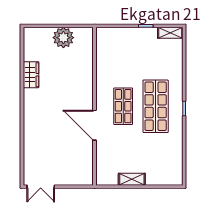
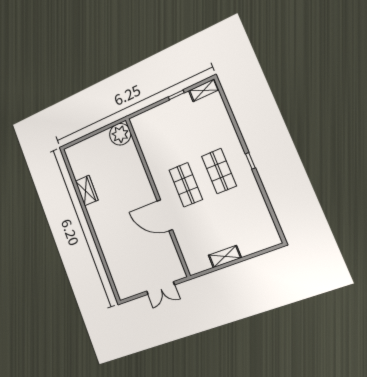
plant: (63, 38) -> (120, 134), moved
shop shelf: (156, 106) -> (219, 171), width x0.70, depth x0.74
double door: (41, 187) -> (161, 288), moved

